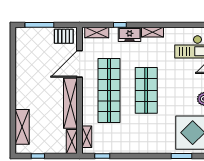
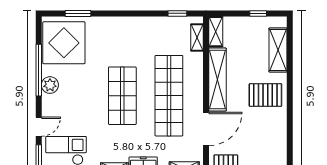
pallet: (32, 91) -> (265, 95), added

